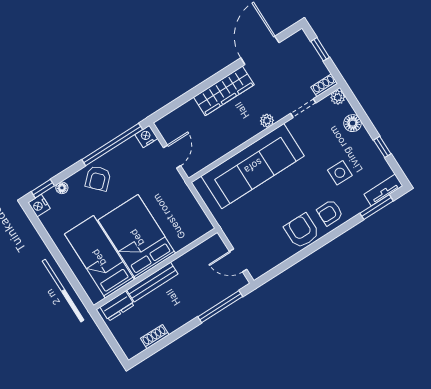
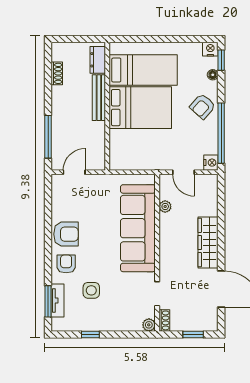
plant: (267, 121) -> (165, 207), moved
floor lamp: (353, 123) -> (122, 324), removed
armchair: (98, 178) -> (203, 106), turned -94
tv unit: (383, 190) -> (58, 301), moved

